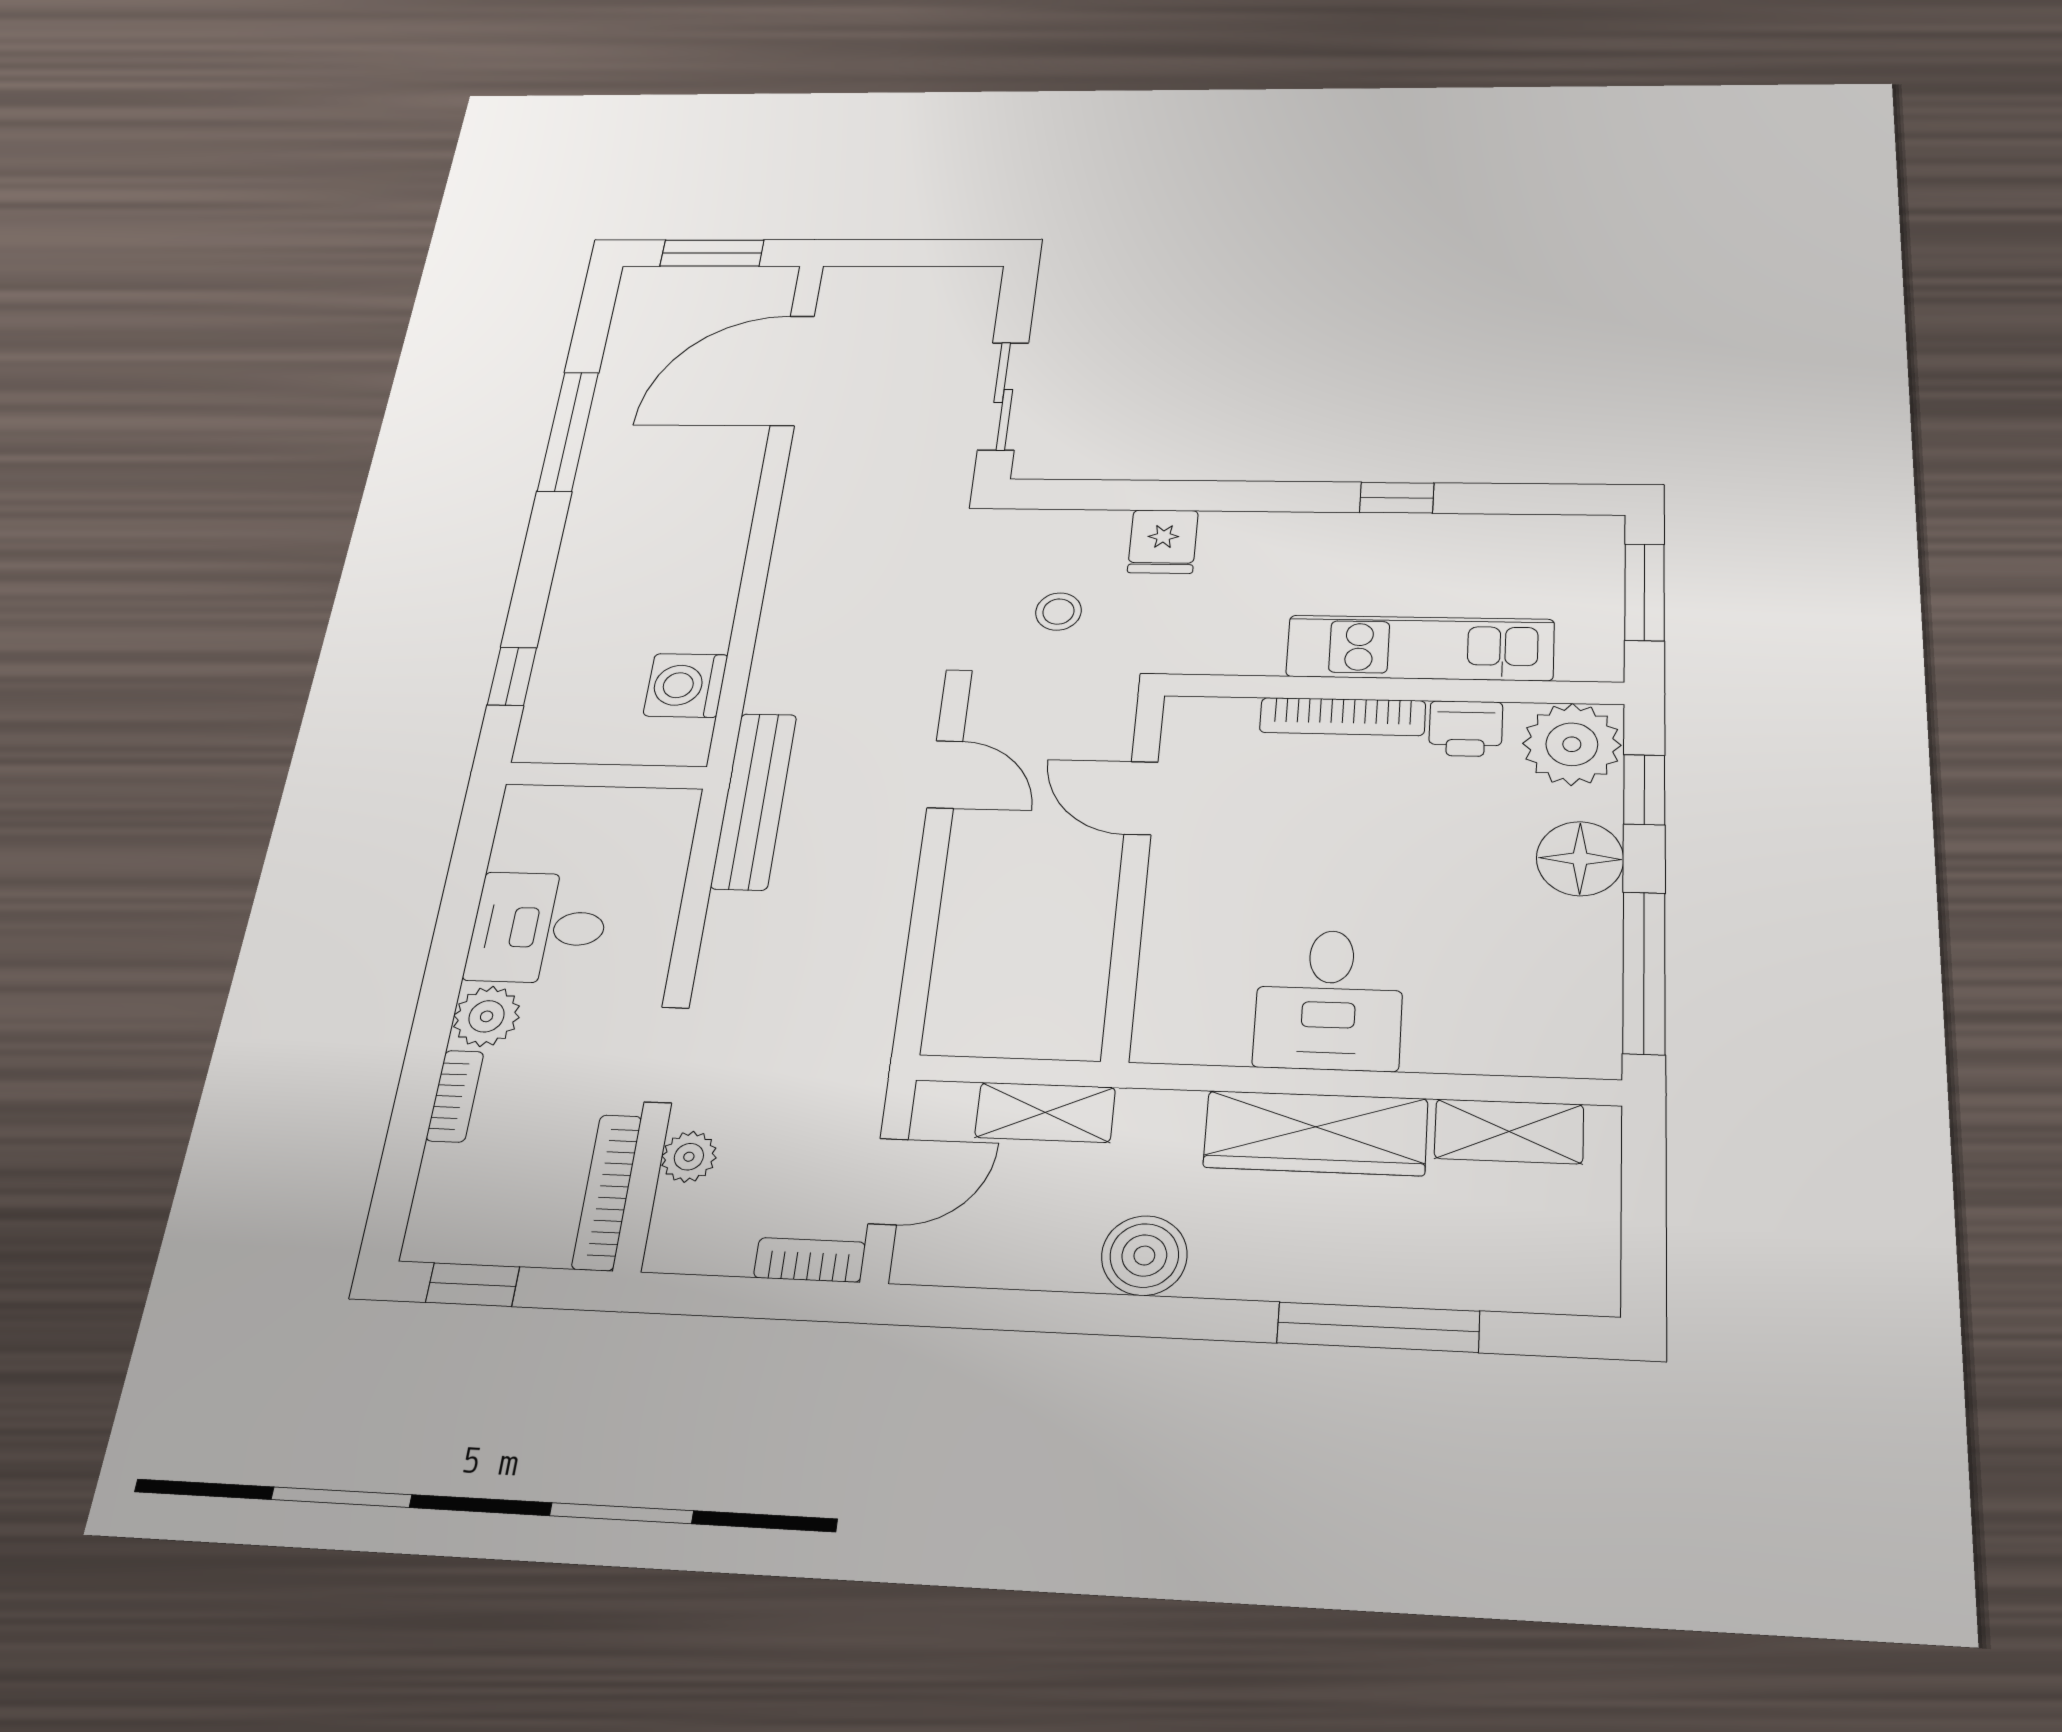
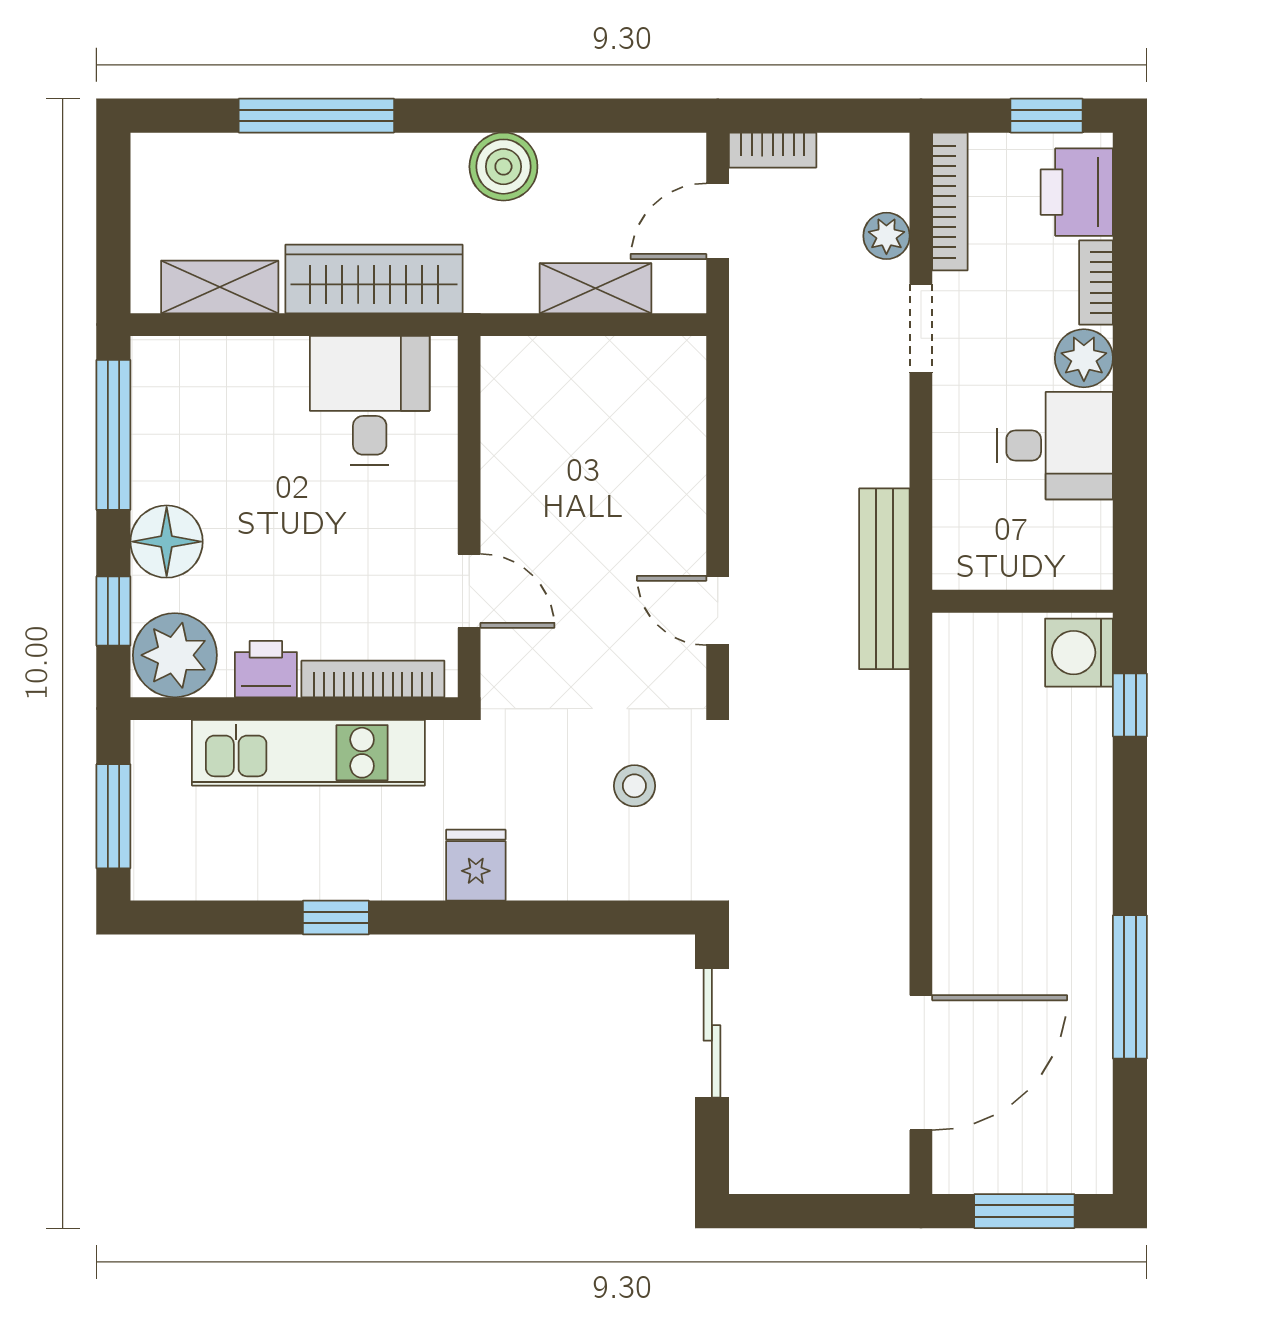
fridge: (1163, 542) -> (476, 865), moved
washing machine: (686, 685) -> (1079, 653), moved, turned 180
door: (1141, 798) -> (469, 591), moved
wall: (1134, 872) -> (469, 517), moved
printer: (456, 1196) -> (1077, 192), added

